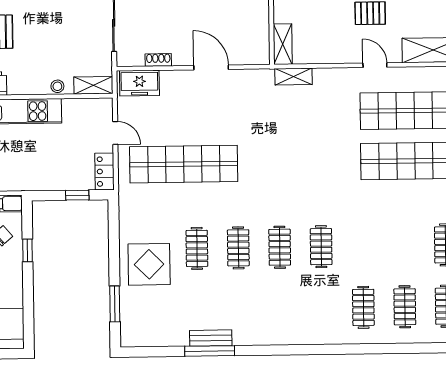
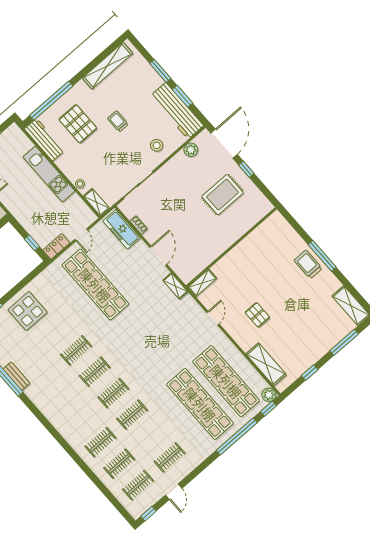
door: (375, 65) -> (213, 318), moved
shelving: (293, 77) -> (175, 286), moved
freezer: (139, 83) -> (122, 229), width x1.40
clothes rail: (197, 248) -> (132, 415), moved

